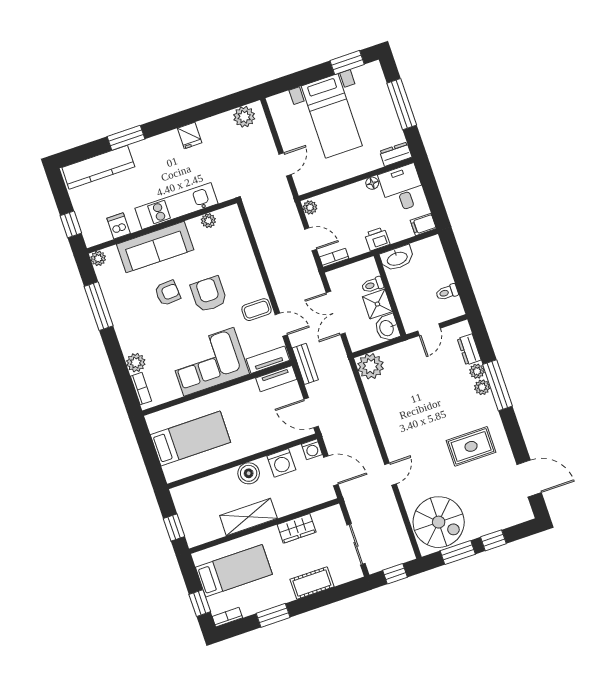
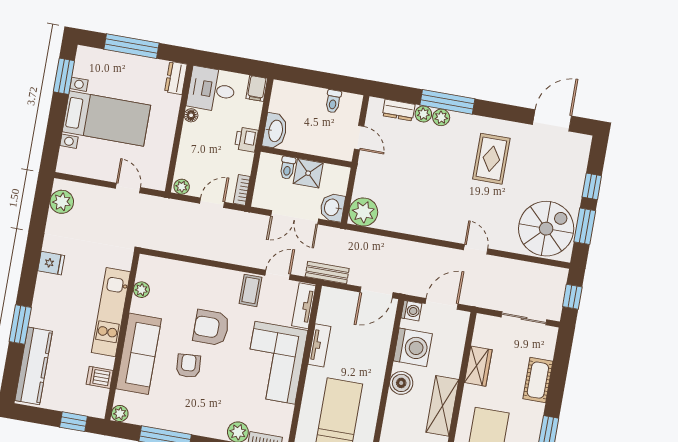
washbasin: (387, 328) -> (332, 207), moved, turned 90
tv unit: (276, 379) -> (319, 345), moved
washing machine: (281, 463) -> (413, 347), width x1.37, depth x1.37

